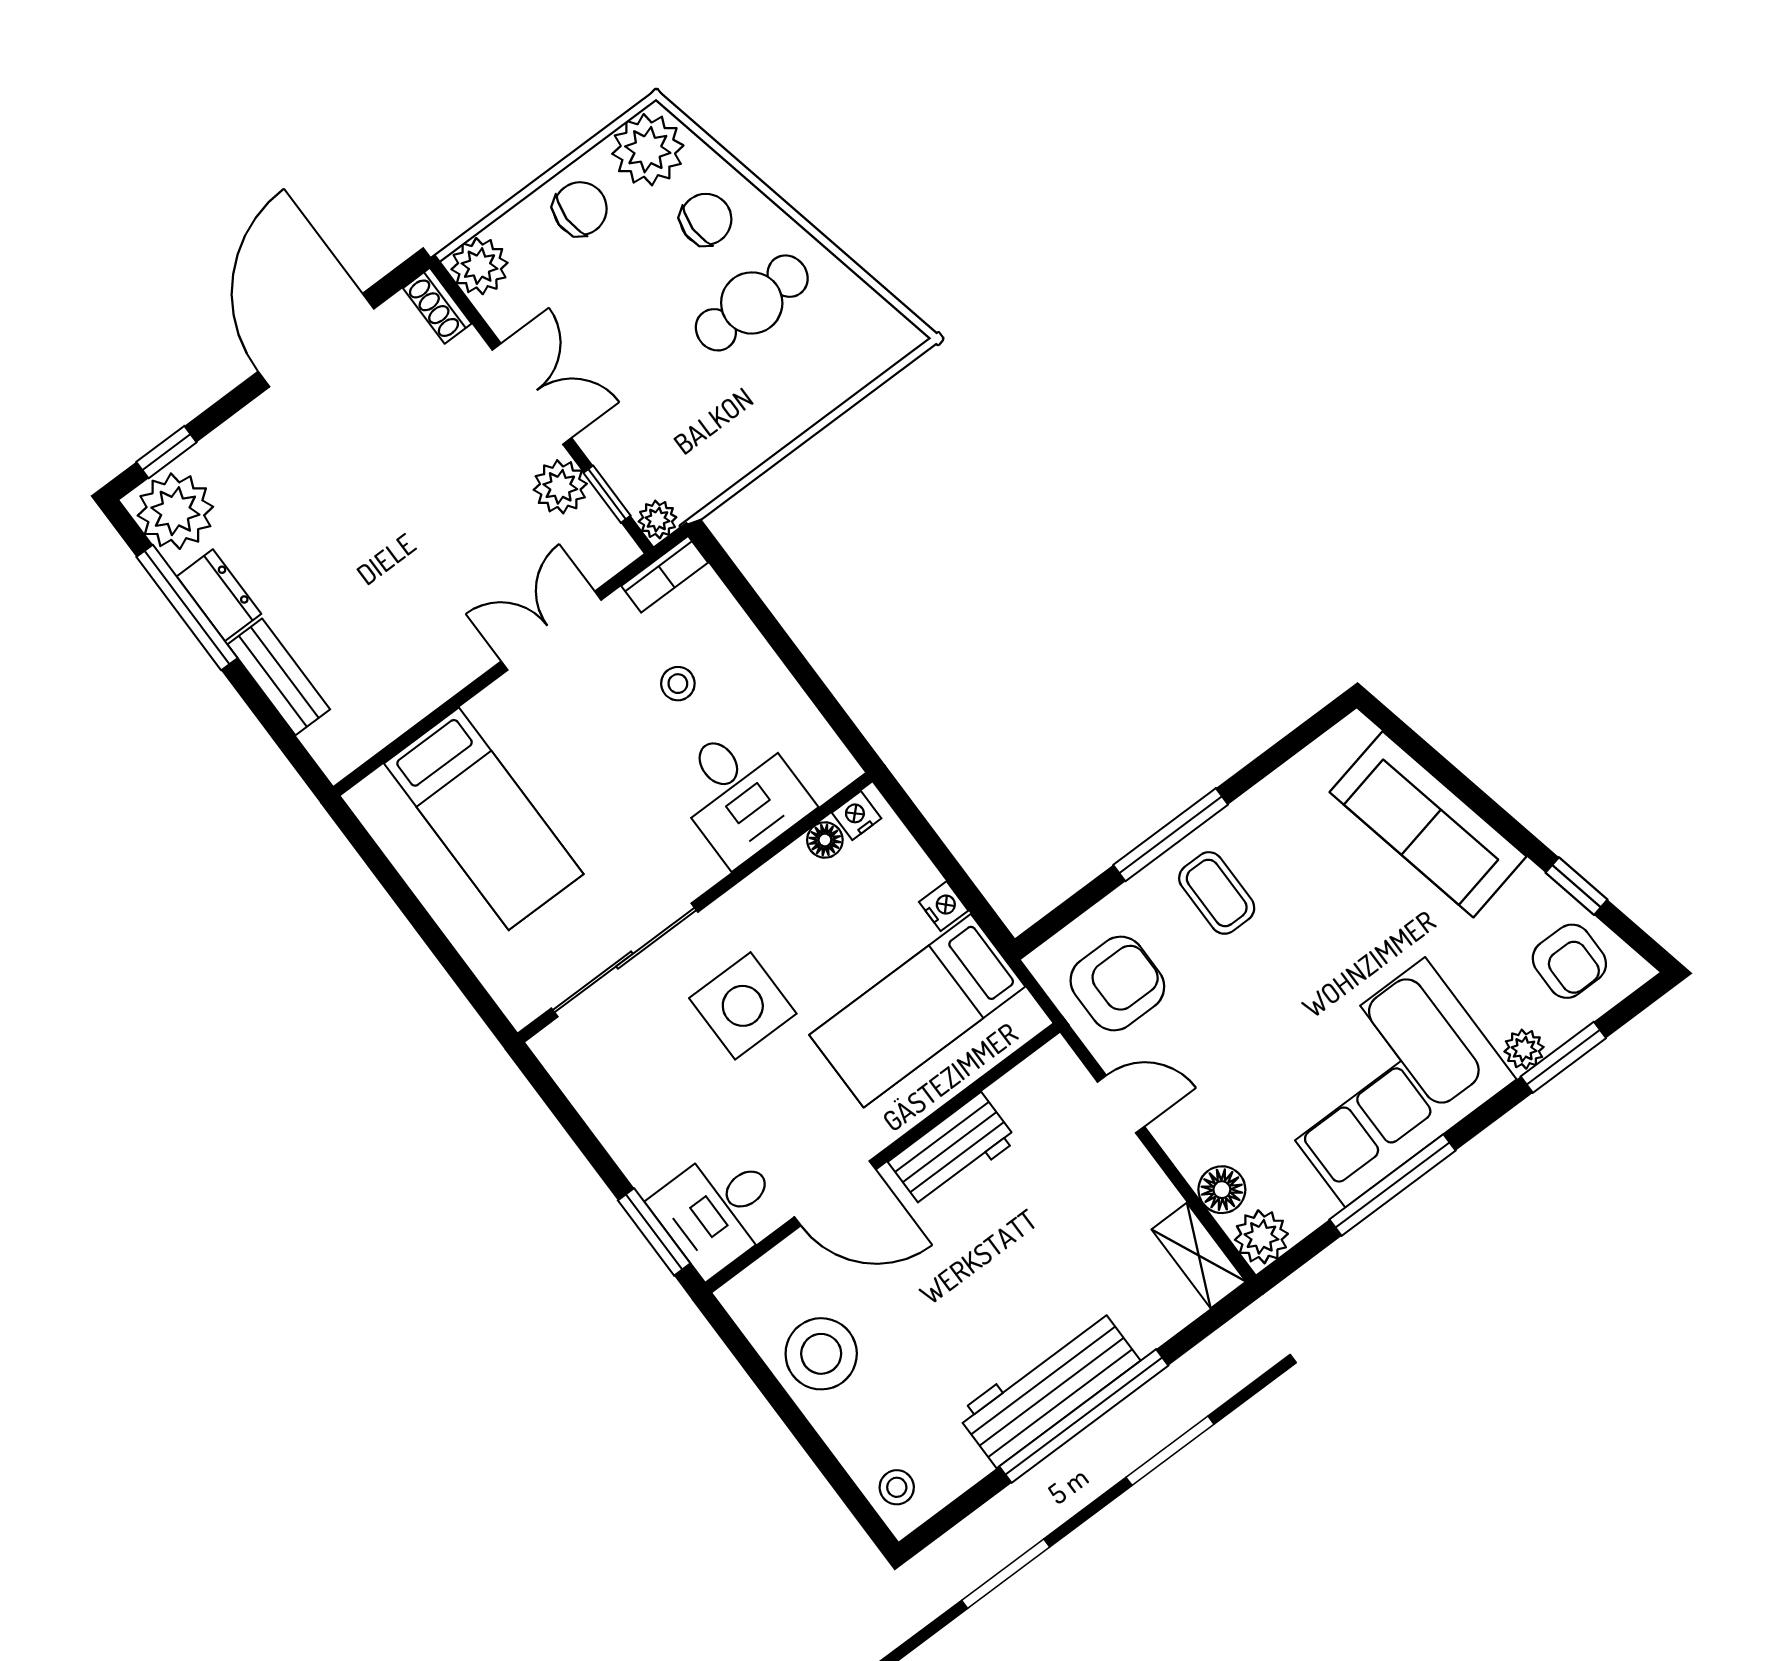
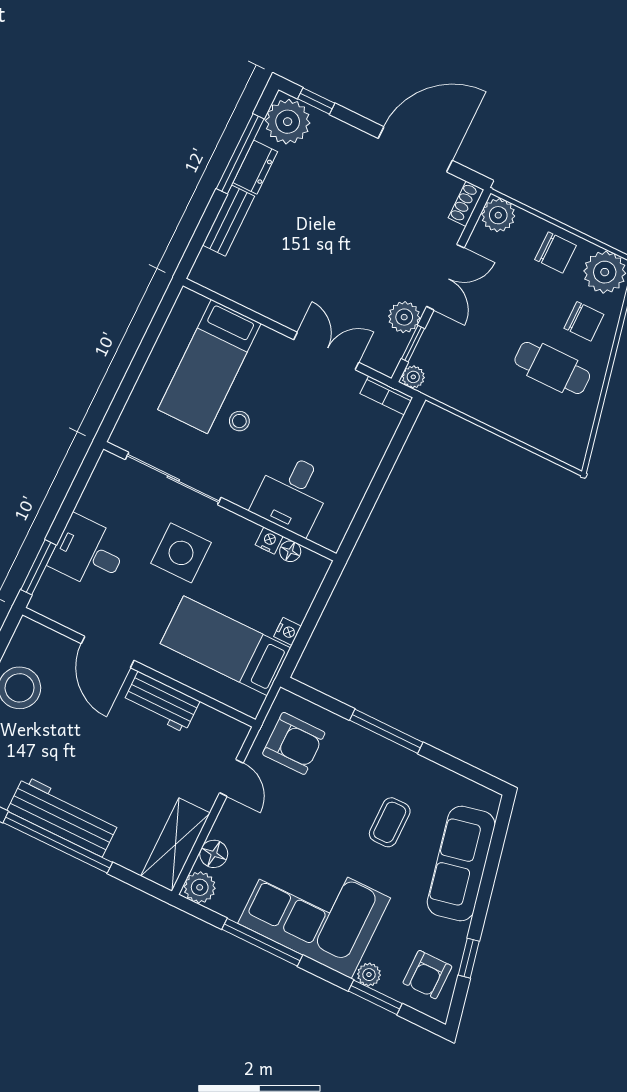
stool: (678, 684) -> (239, 421), moved
nightstand: (857, 816) -> (269, 541), moved
coffee table: (1217, 893) -> (390, 822), moved
desk: (719, 1209) -> (88, 553), moved
shelving: (1199, 1255) -> (175, 844), width x1.50, depth x1.33

